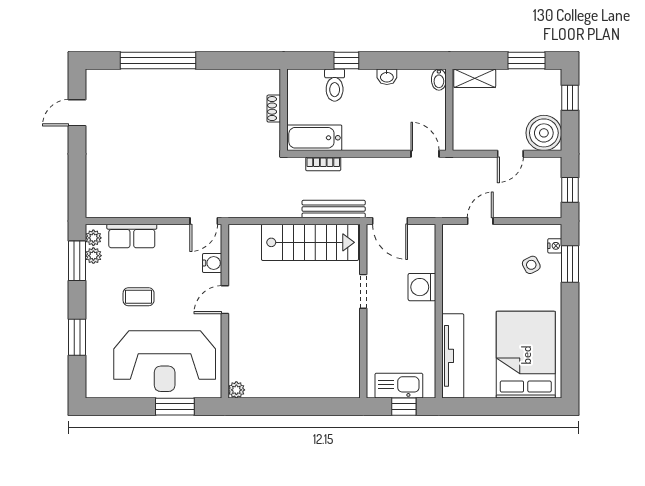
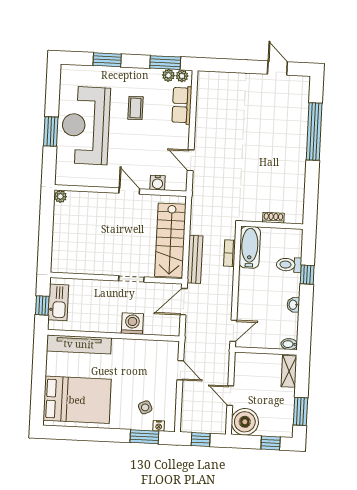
water cooler: (212, 263) -> (158, 183), moved
door: (225, 300) -> (129, 191), moved
wall: (225, 311) -> (120, 191), moved
plant: (236, 390) -> (60, 196), moved

